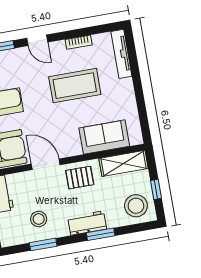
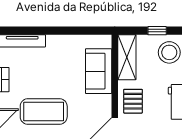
coffee table: (75, 86) -> (44, 112), moved, turned 90

